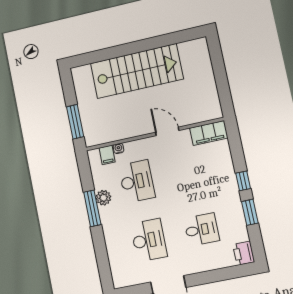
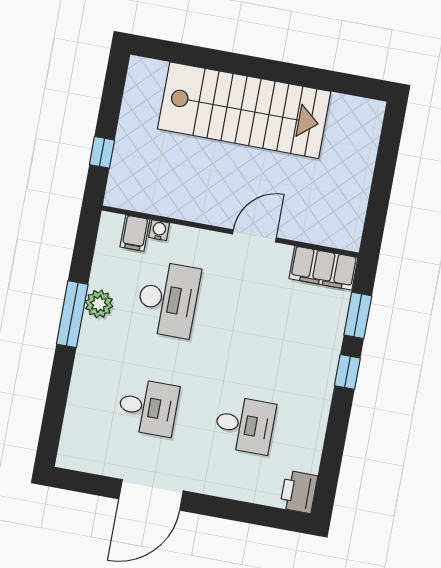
window: (75, 122) -> (102, 152), width x0.46
door: (167, 131) -> (254, 236), hinge flipped
window: (250, 212) -> (358, 315), moved
desk: (149, 240) -> (148, 407), width x0.73

